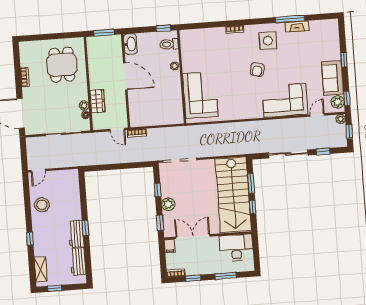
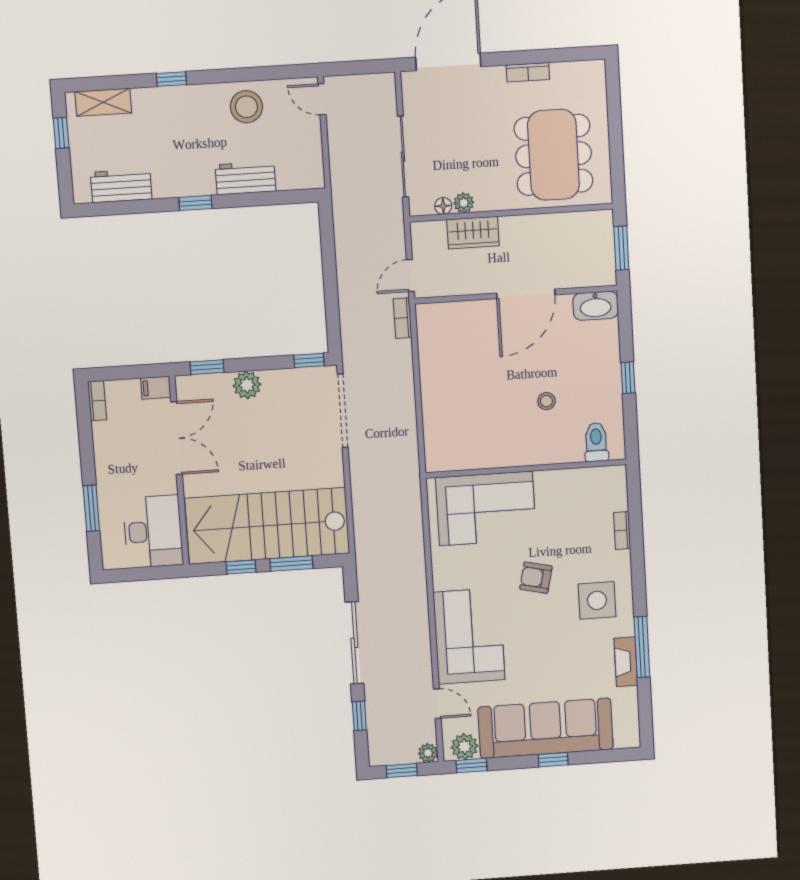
toilet: (169, 44) -> (596, 442), moved
dining table: (62, 65) -> (553, 155), width x1.38
wall: (182, 77) -> (526, 469), moved
sofa: (332, 78) -> (546, 728), width x1.85, depth x1.27
corner sofa: (200, 95) -> (486, 508), moved
window: (158, 190) -> (309, 360), moved
workbench: (76, 234) -> (245, 178), moved
window: (193, 278) -> (86, 438), removed

